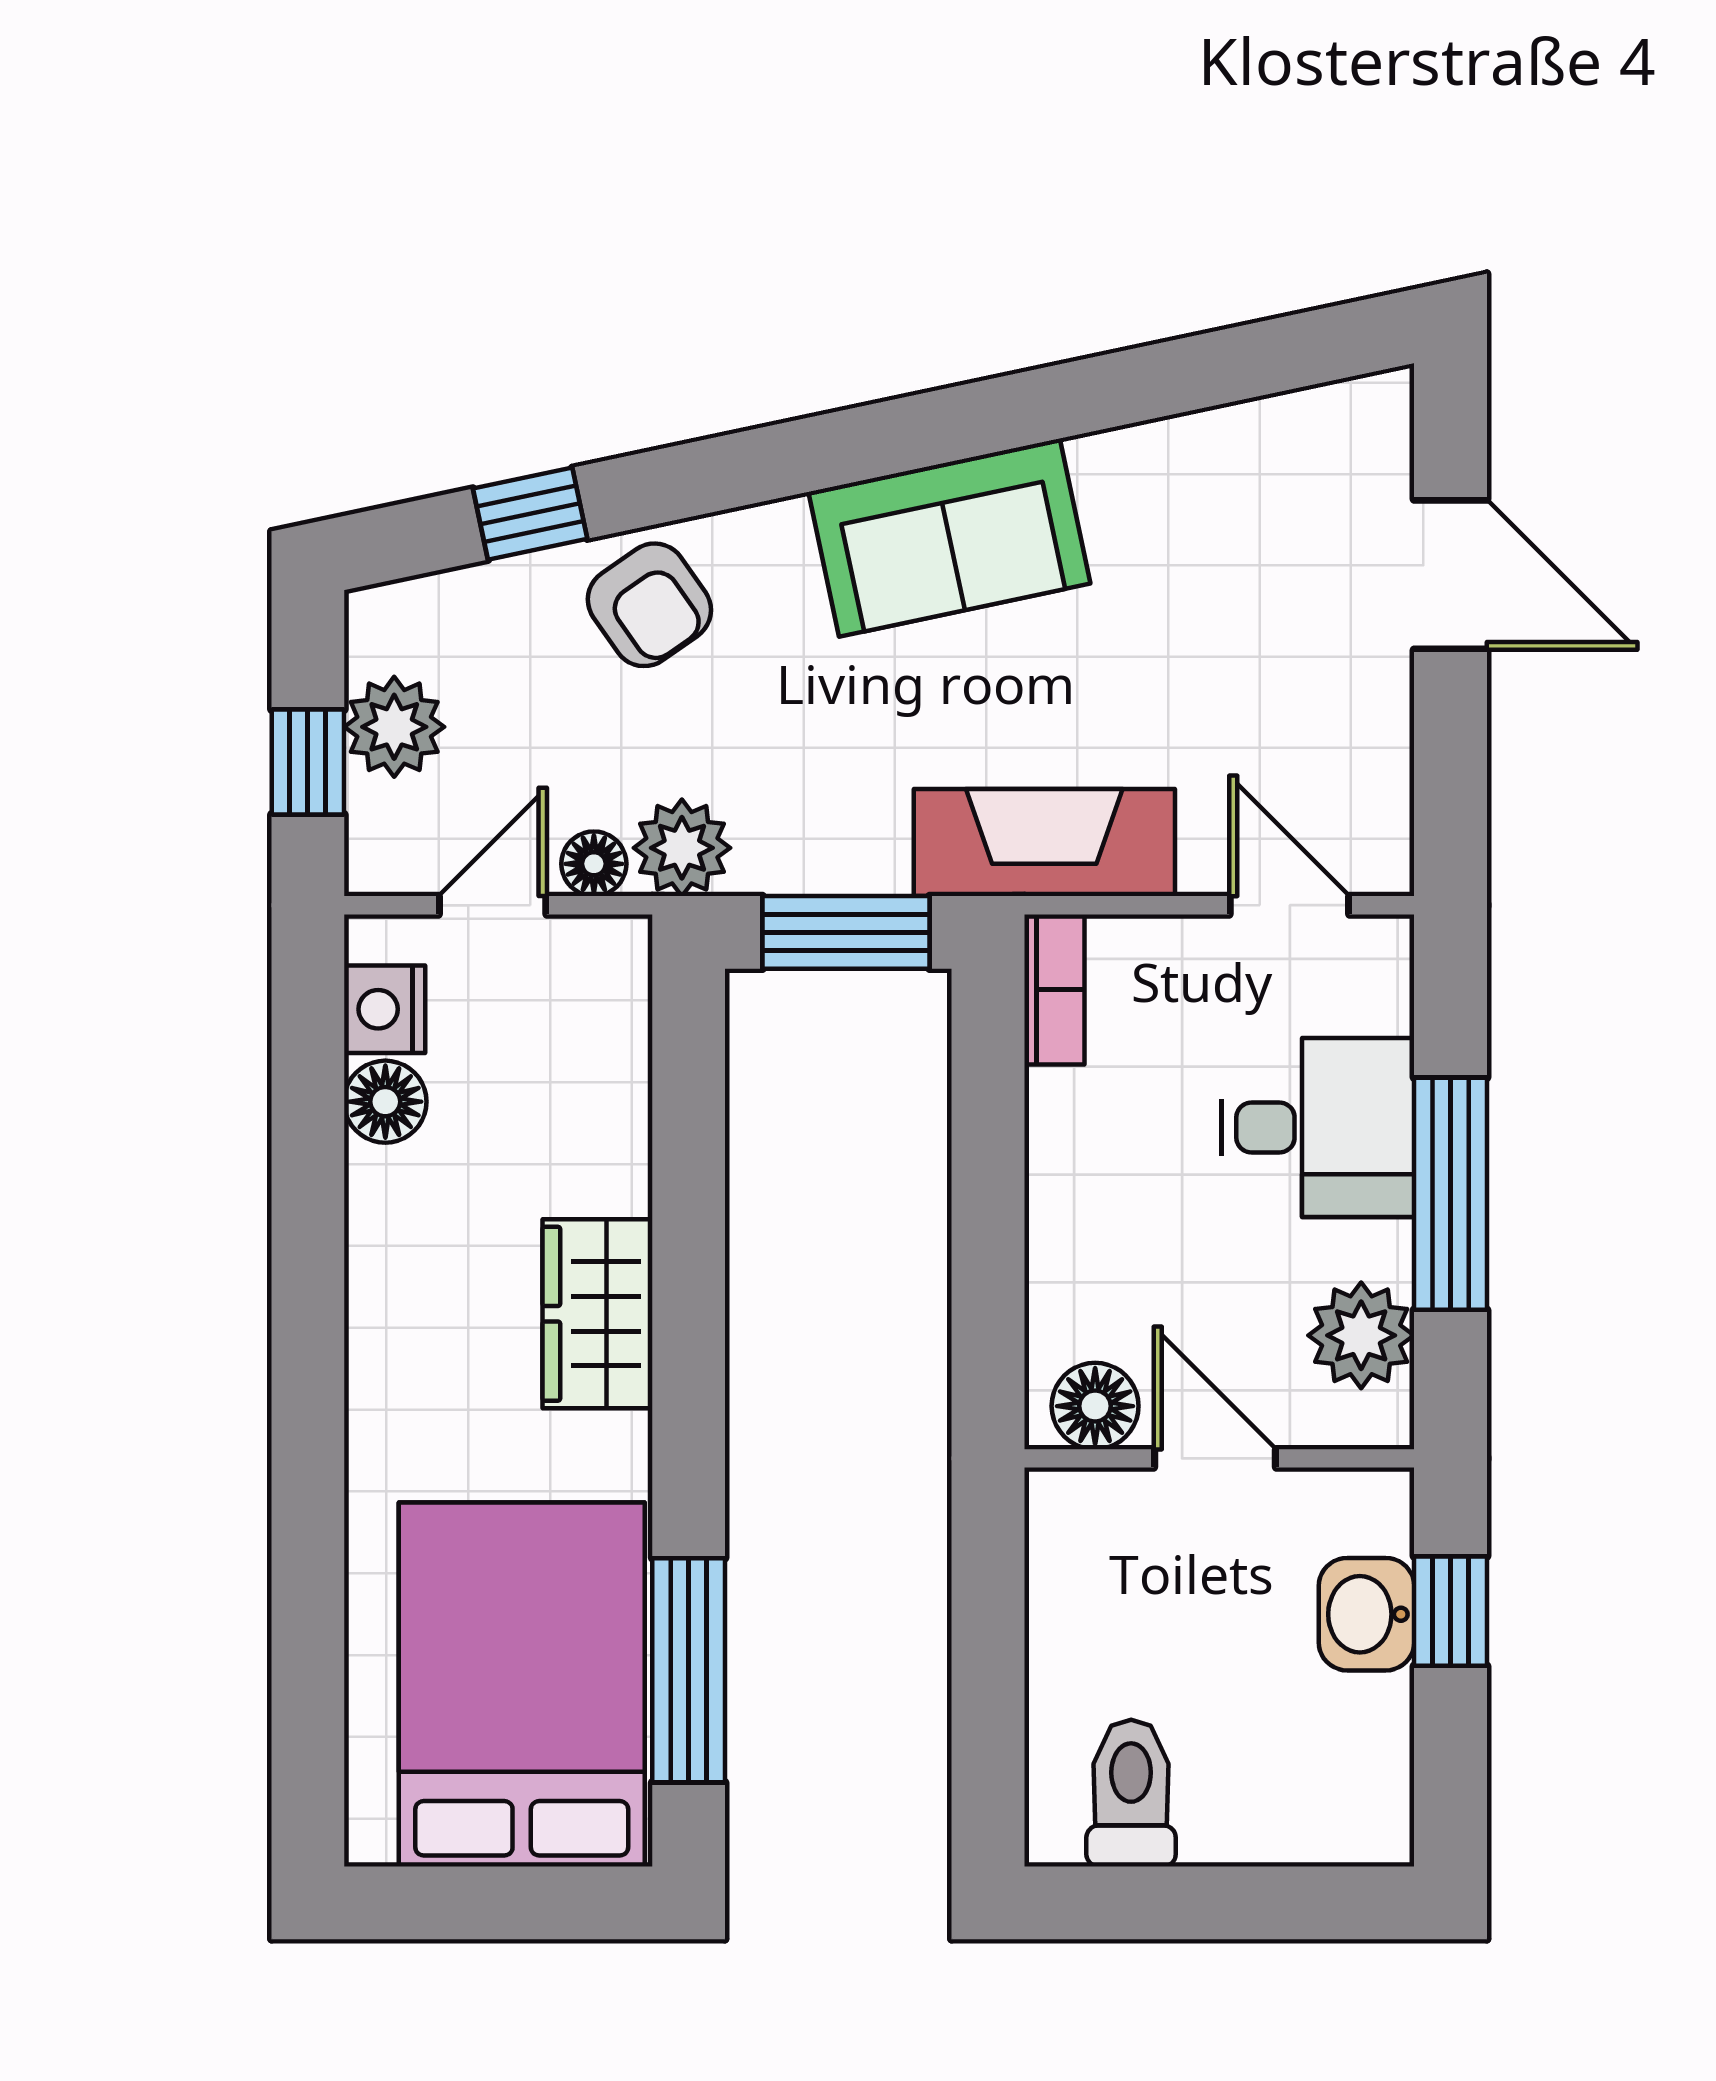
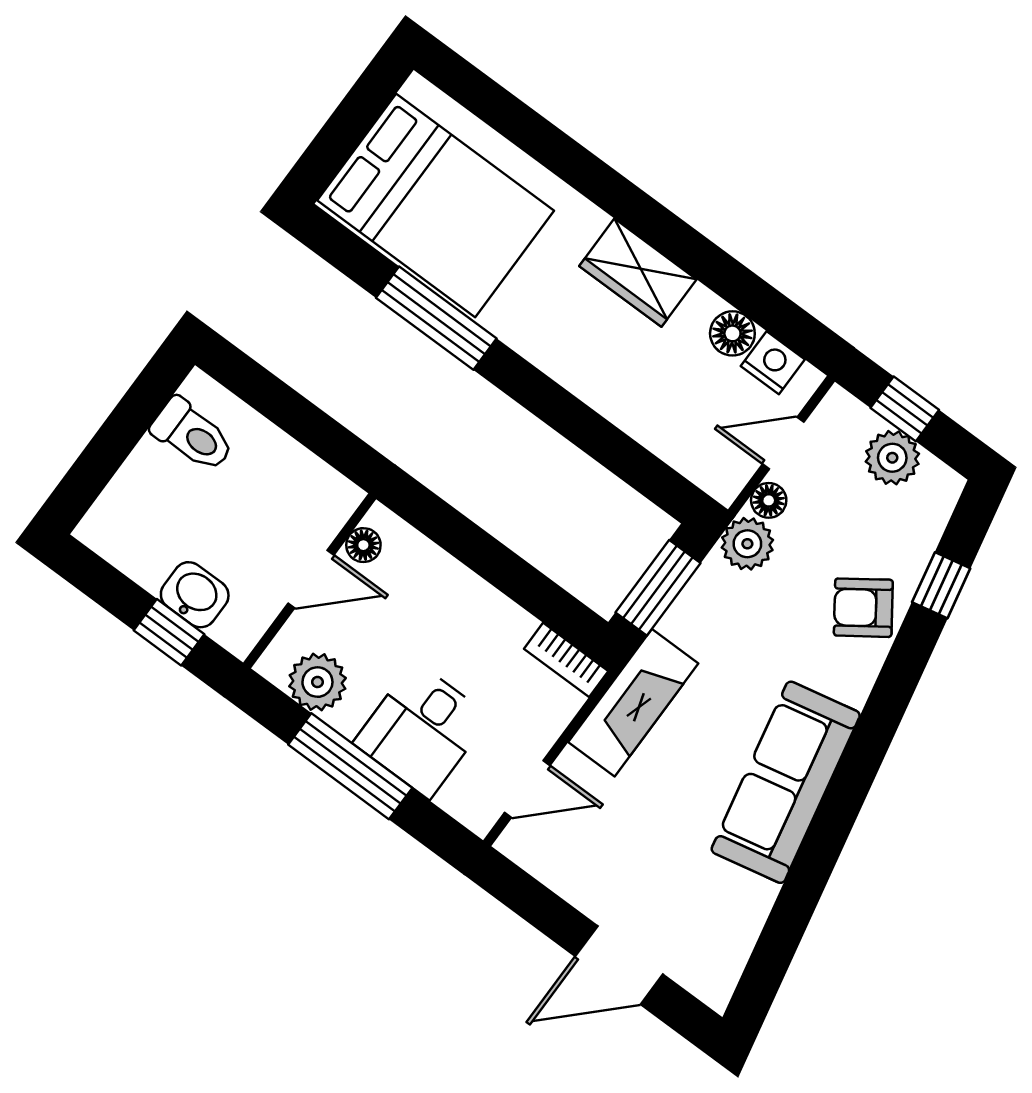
sofa: (949, 538) -> (786, 782), width x1.36
door: (493, 905) -> (783, 443), swing flipped
wardrobe: (598, 1314) -> (638, 273), moved, turned 180
floor lamp: (1095, 1406) -> (363, 545), width x0.73, depth x0.73
window: (689, 1670) -> (436, 318), moved

